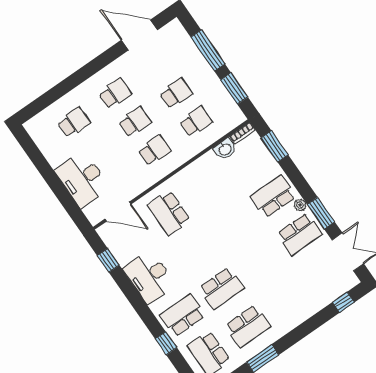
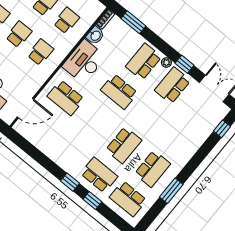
window: (321, 213) -> (185, 64), width x0.67
school desk: (234, 223) -> (119, 92), added
school desk: (300, 234) -> (173, 85), turned 180
window: (108, 260) -> (70, 182), moved
desk: (149, 277) -> (84, 62), moved, turned 90
school desk: (183, 315) -> (99, 175), turned 90

